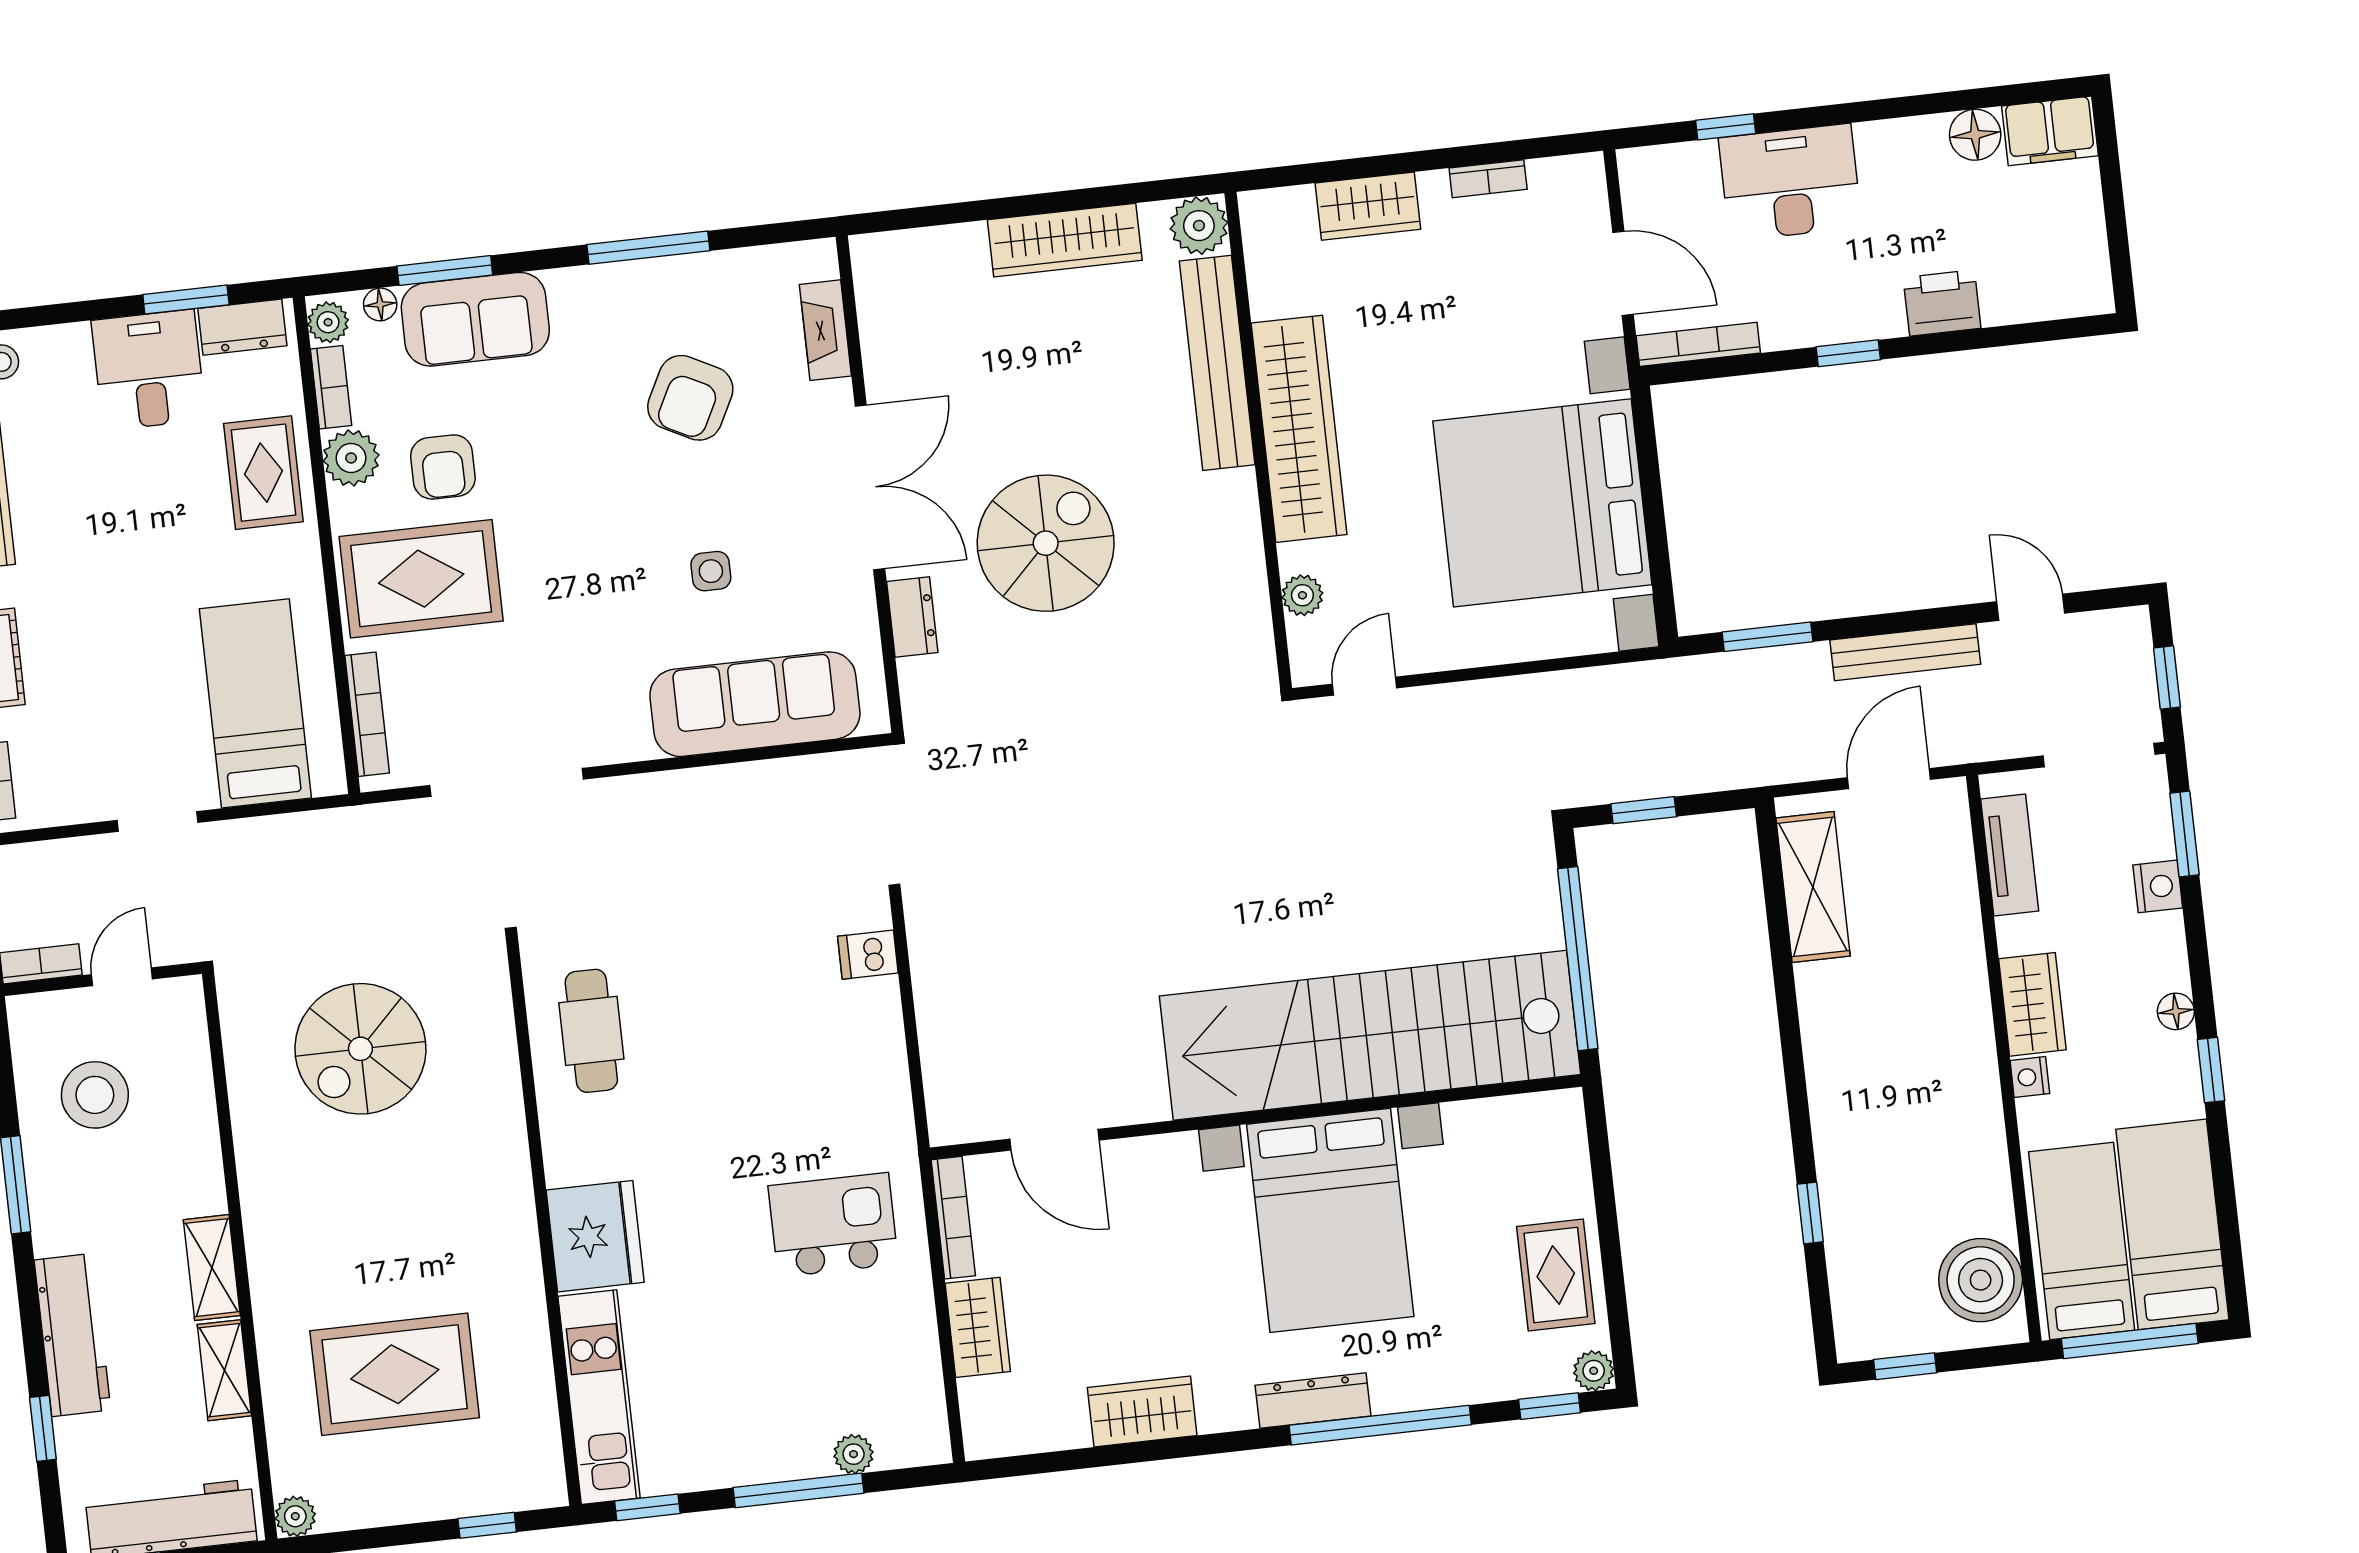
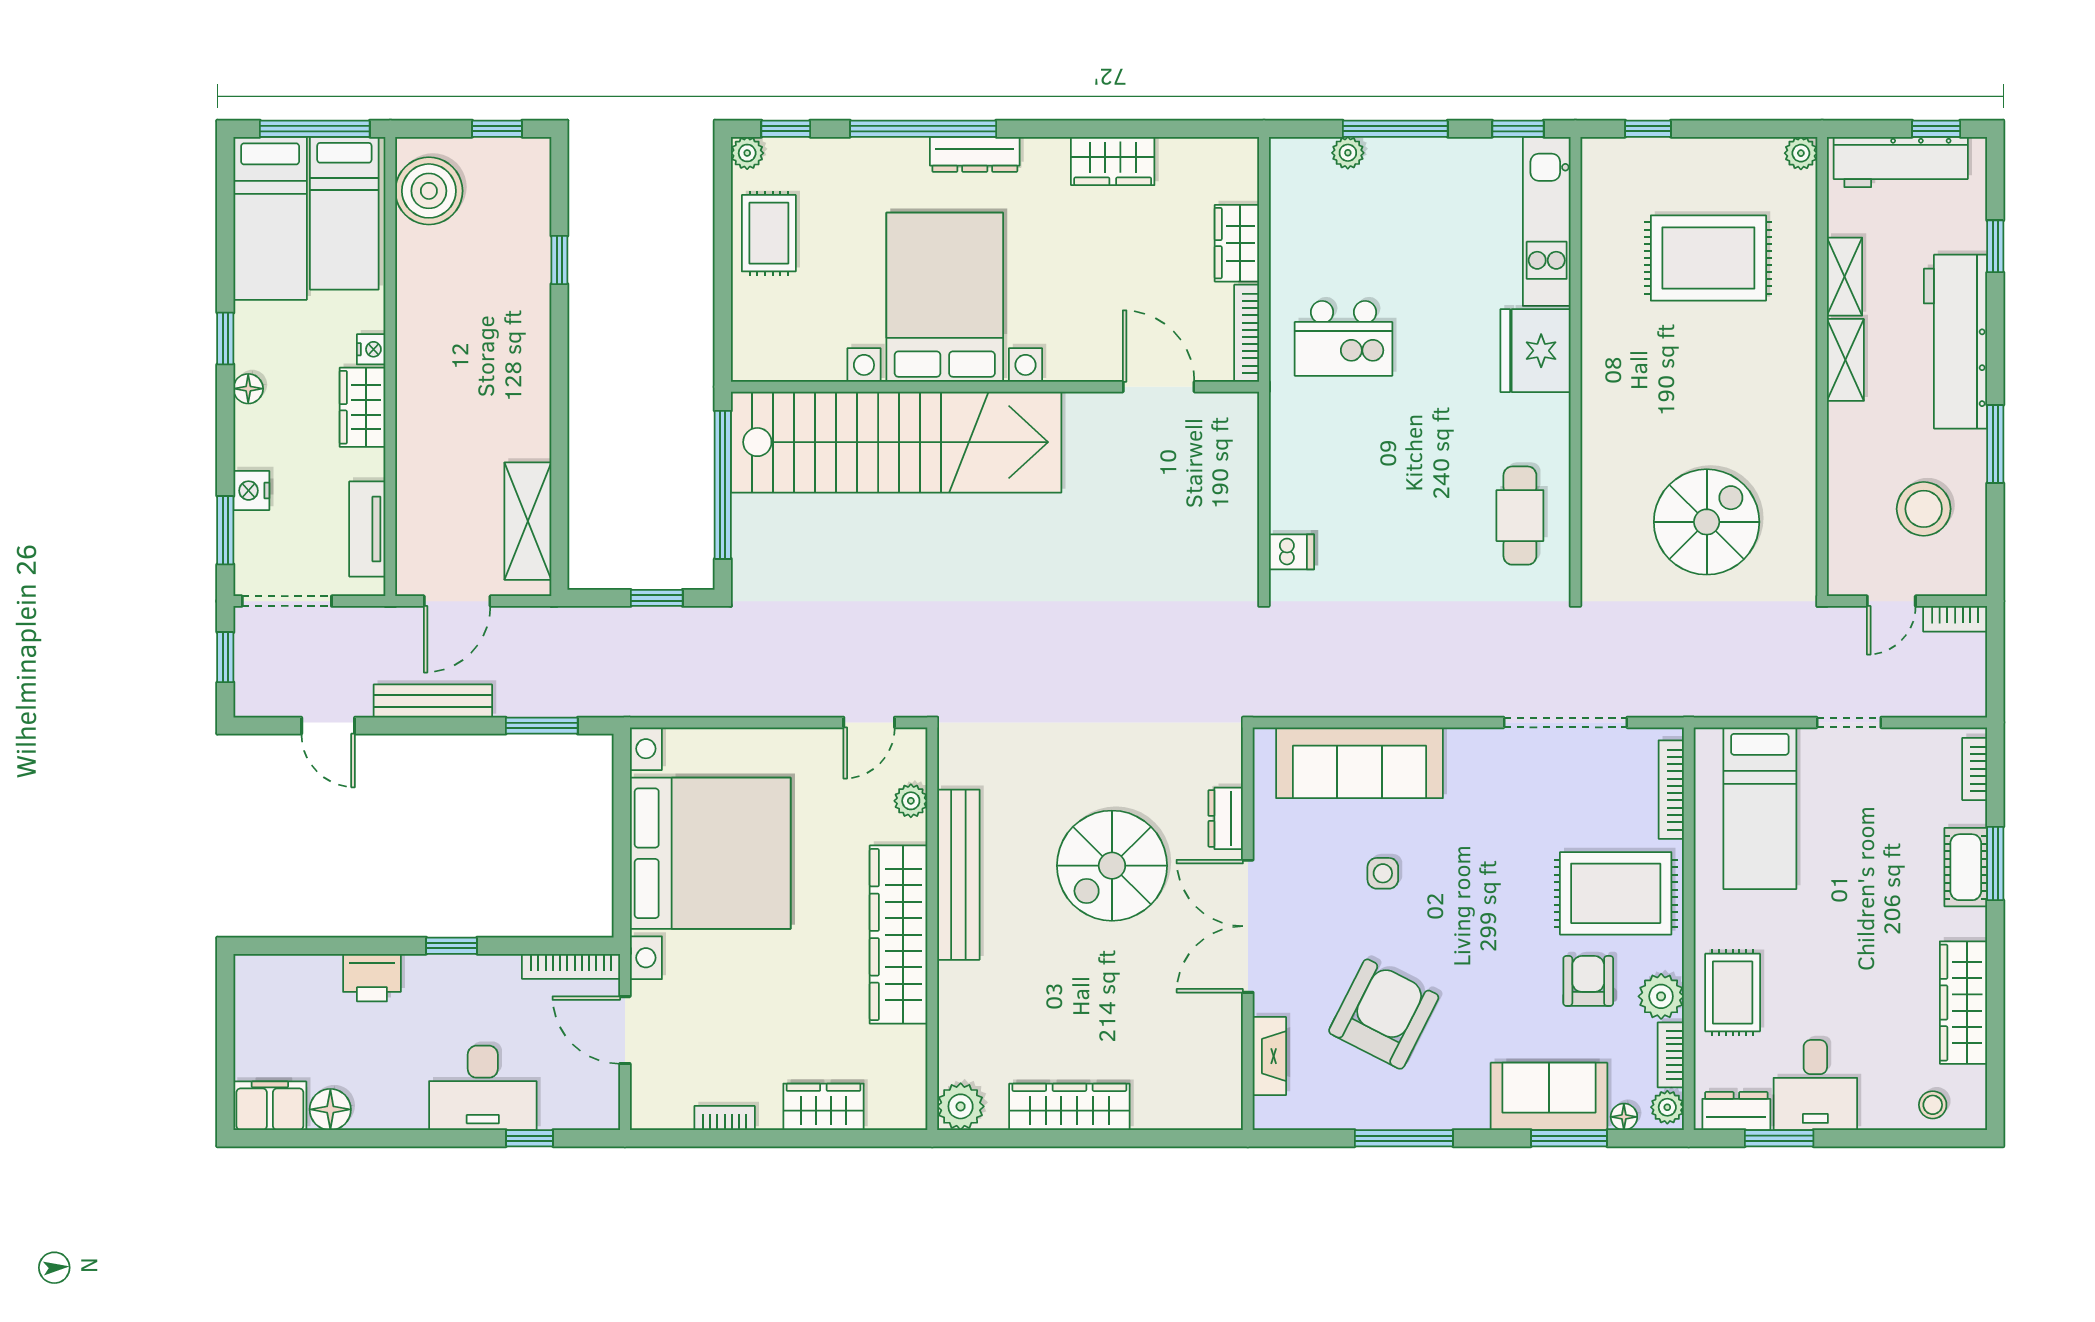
bench: (1217, 363) -> (958, 875), moved
armchair: (690, 398) -> (1384, 1014), width x1.36, depth x1.36
workbench: (72, 1335) -> (1955, 342), width x1.36, depth x1.32

